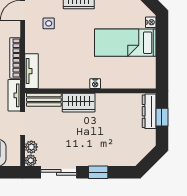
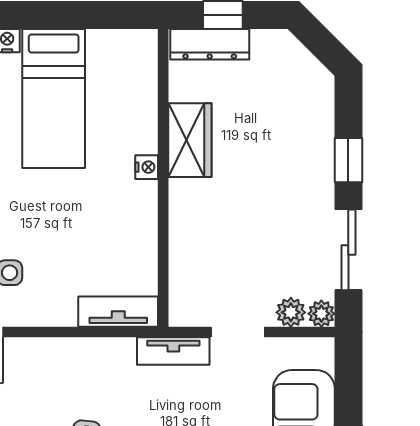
bookcase: (15, 58) -> (88, 349), removed
bench: (44, 100) -> (183, 284), removed
wardrobe: (79, 103) -> (190, 140), moved

